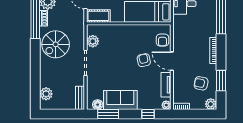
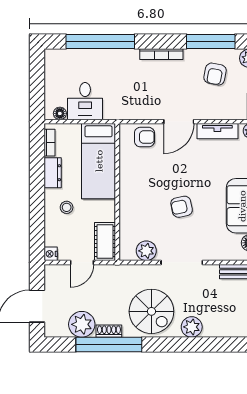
armchair: (144, 60) -> (182, 207), moved
window: (221, 81) -> (211, 41), width x1.44
plant: (46, 94) -> (192, 327), moved

